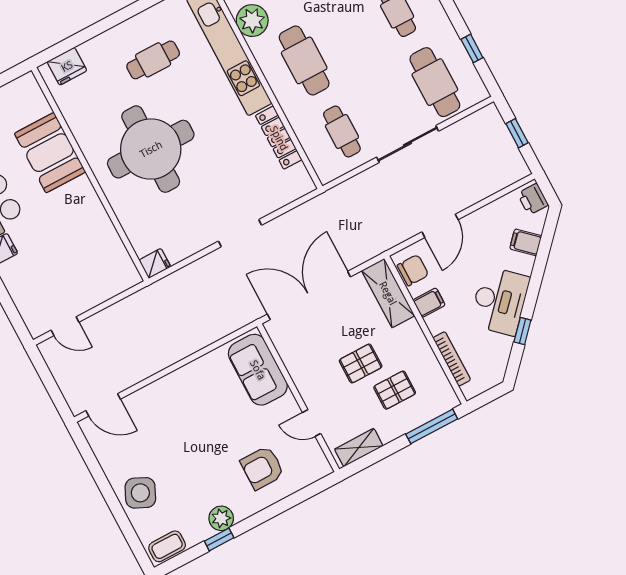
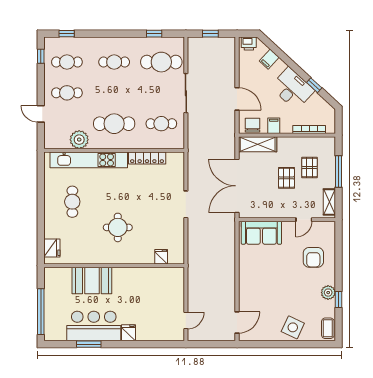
round table: (151, 149) -> (118, 227), width x0.54, depth x0.54
fridge: (155, 263) -> (161, 257), moved
window: (432, 426) -> (339, 172), moved

